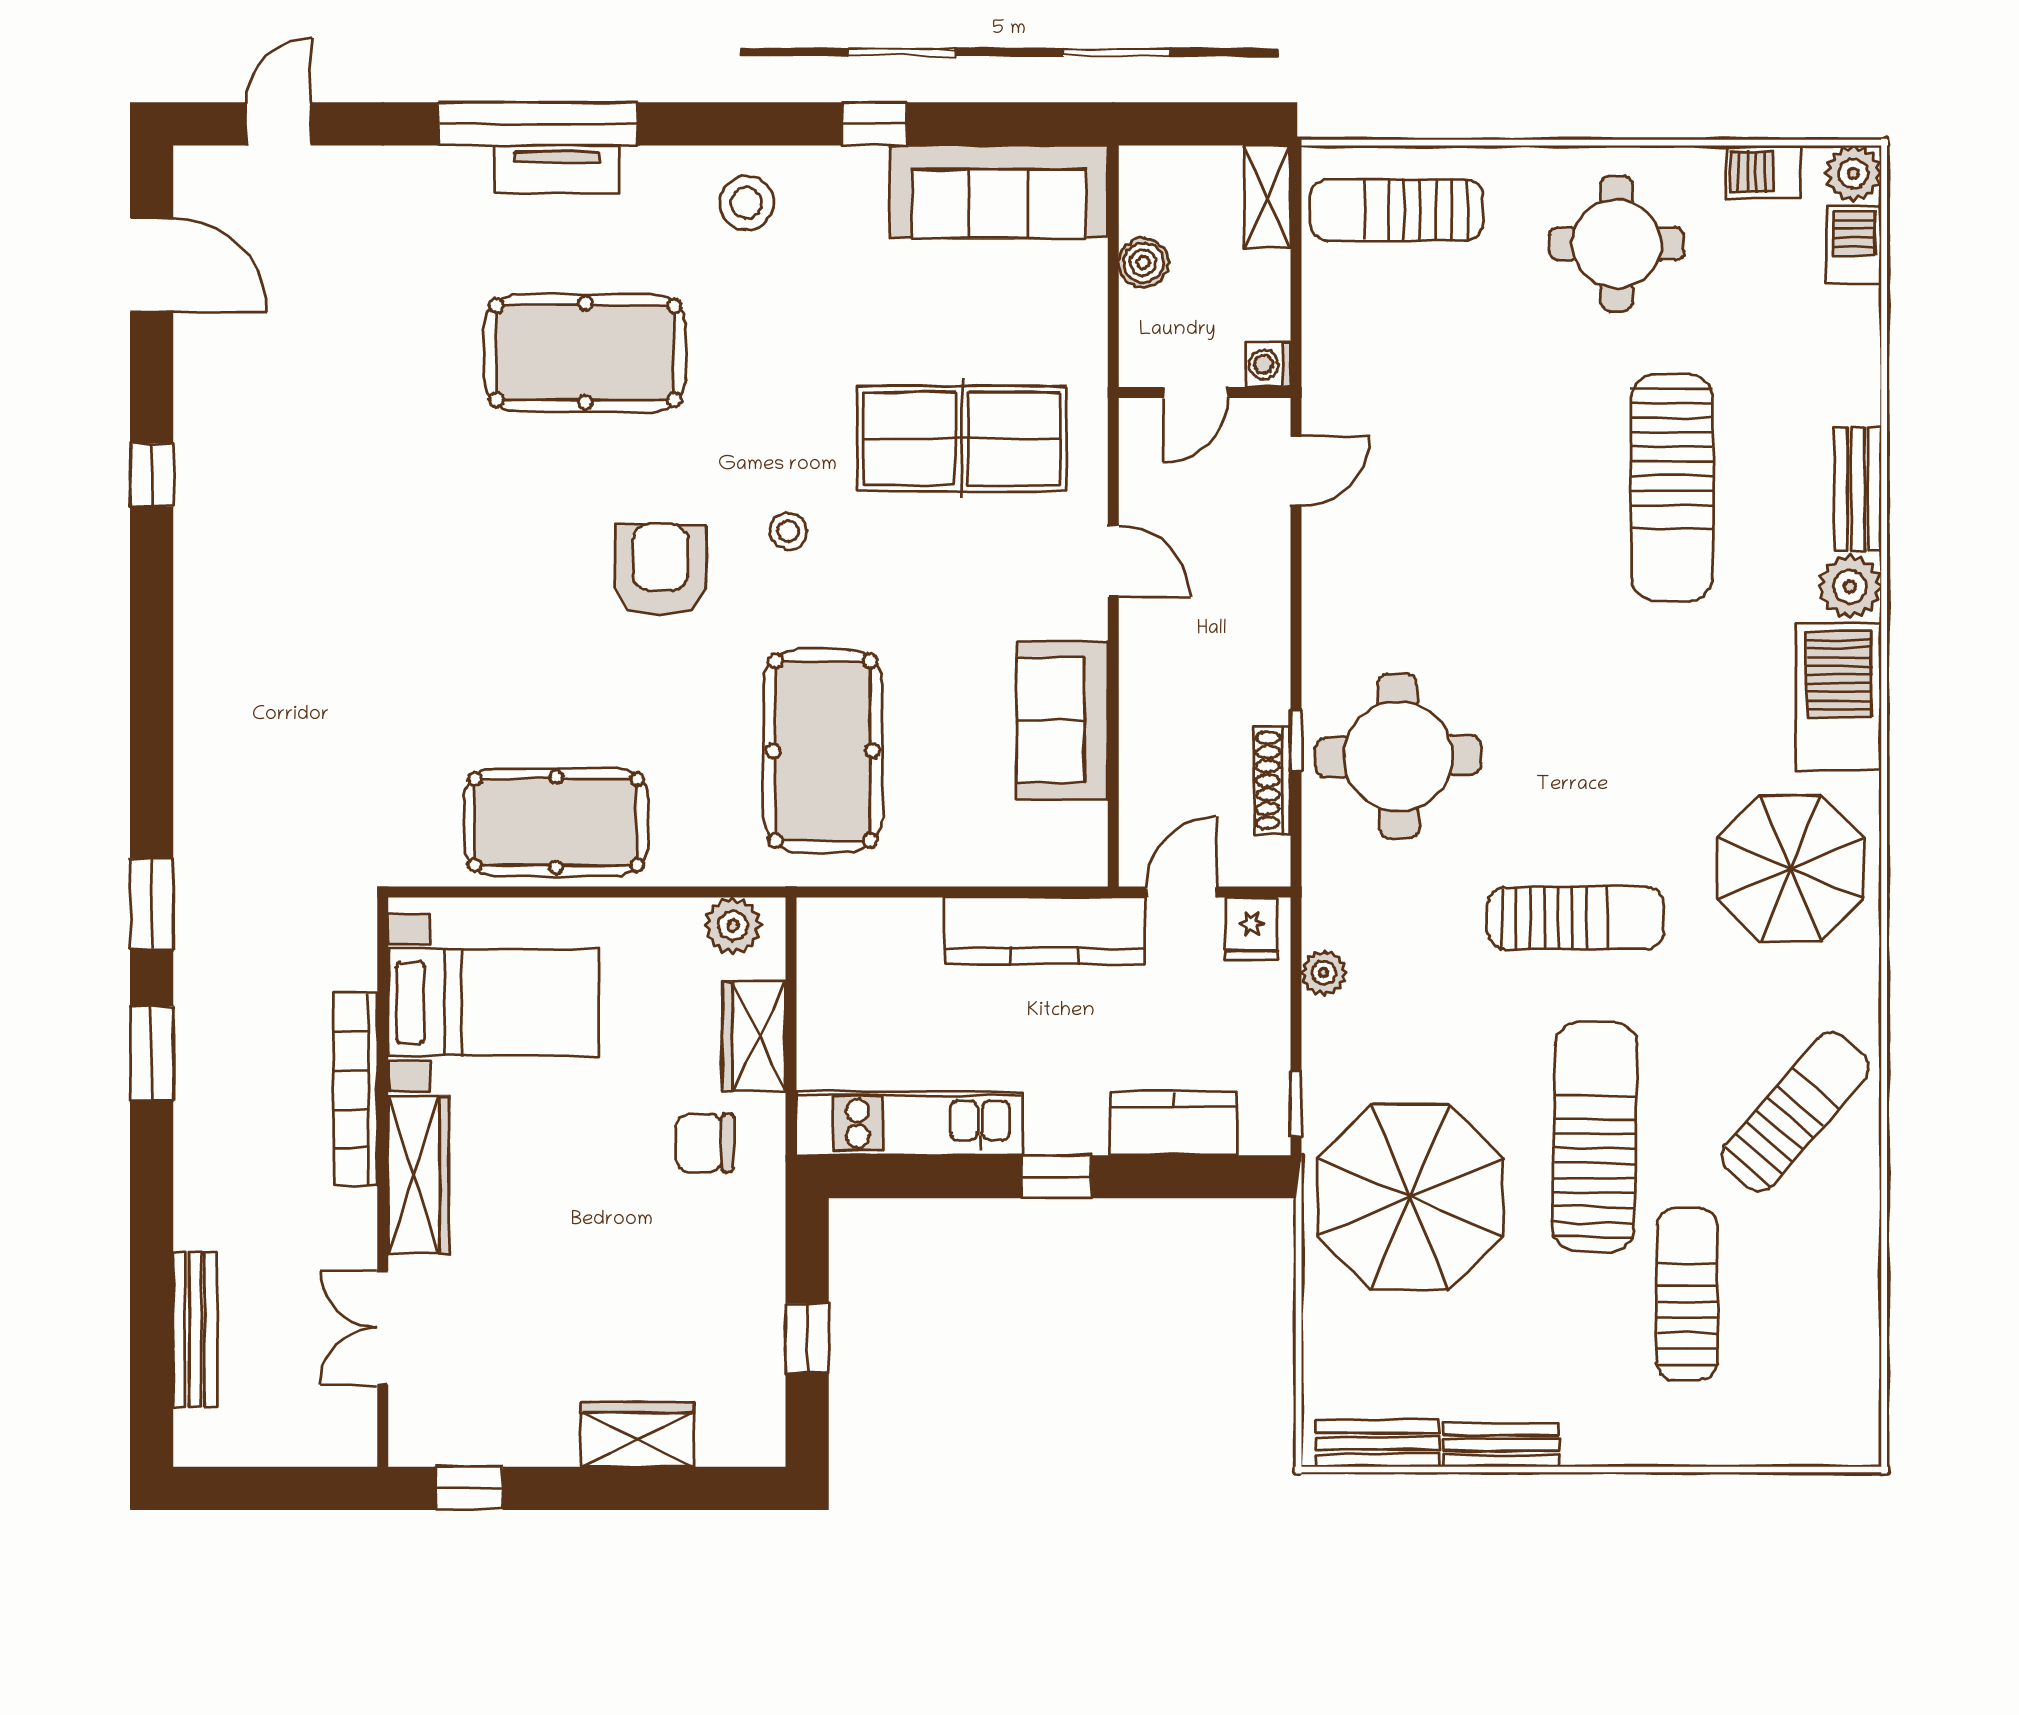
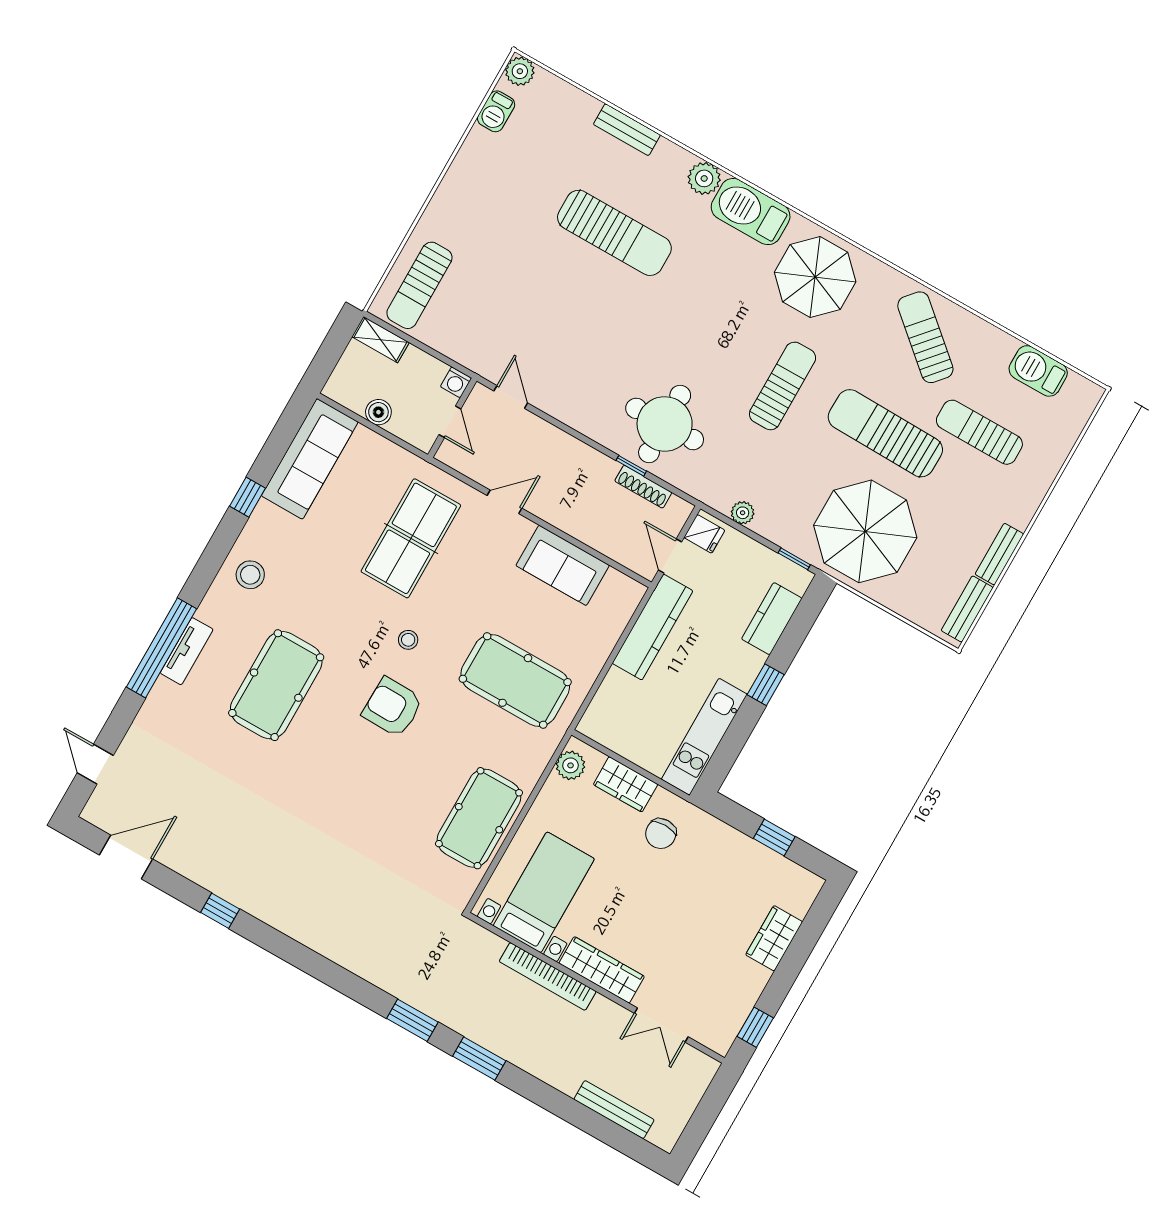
round table: (1617, 244) -> (491, 195), removed
barbecue: (1854, 245) -> (1038, 371), moved, width x1.38, depth x1.27
bench: (1858, 489) -> (627, 130), moved

